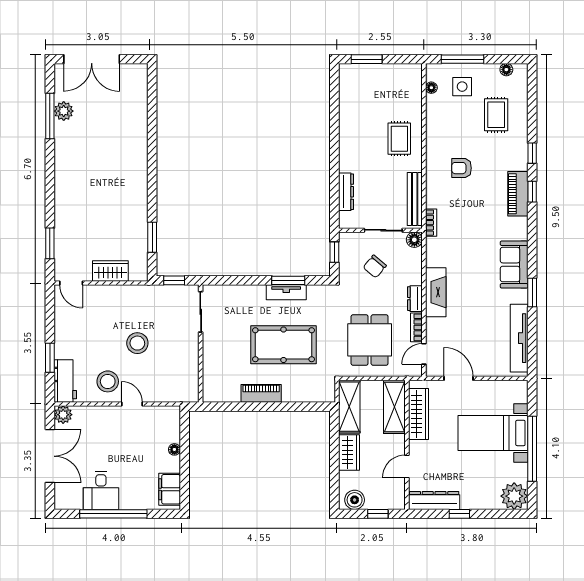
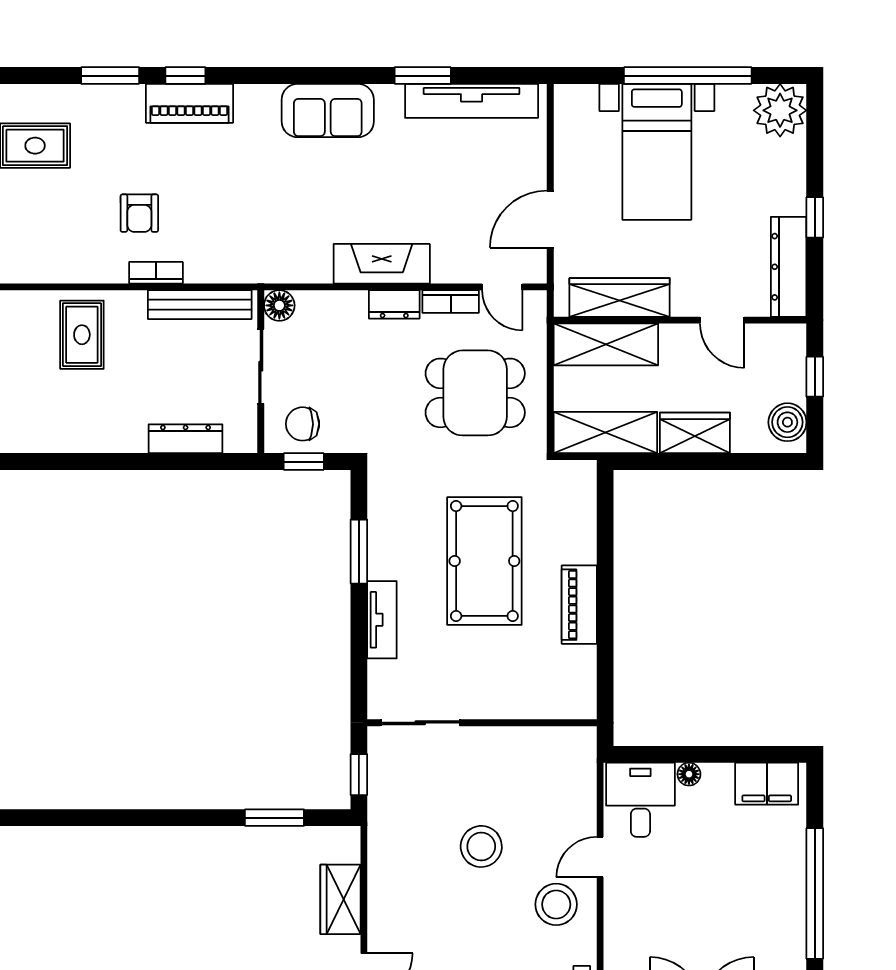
rug: (399, 139) -> (82, 335), turned 90
window: (532, 153) -> (110, 76), width x1.50
bookcase: (431, 223) -> (156, 273), moved
chair: (375, 266) -> (303, 424), moved, turned 140
tv unit: (286, 292) -> (382, 620), moved
window: (532, 293) -> (423, 76), moved
desk: (101, 491) -> (640, 800), moved, turned -90

